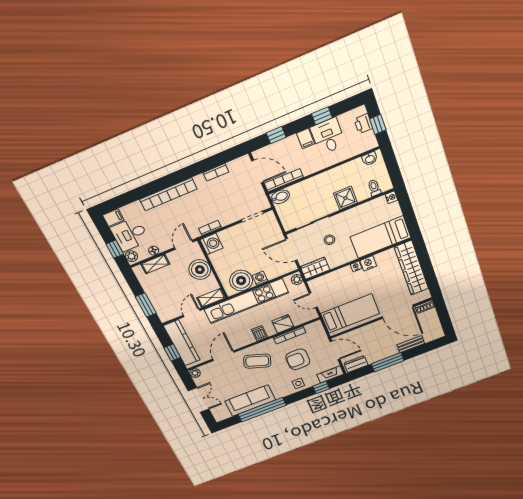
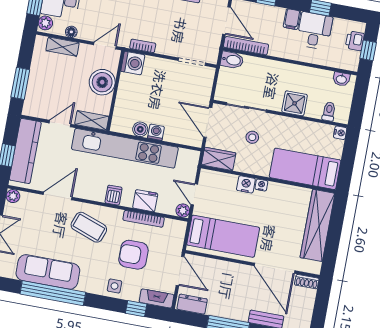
nightstand: (368, 263) -> (246, 184), moved
plant: (297, 280) -> (183, 211), moved
boiler: (241, 281) -> (140, 129), width x0.54, depth x0.54

